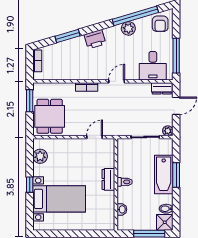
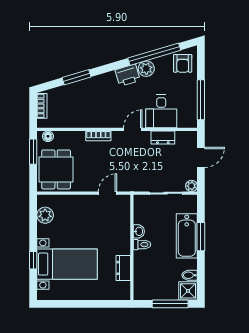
printer: (95, 39) -> (128, 75), moved
desk: (153, 66) -> (161, 111), moved
floor lamp: (43, 87) -> (48, 136), added
dresser: (162, 88) -> (163, 137), moved
dresser: (108, 179) -> (123, 268), moved
window: (30, 185) -> (33, 260), moved
washbasin: (122, 209) -> (139, 231), moved

